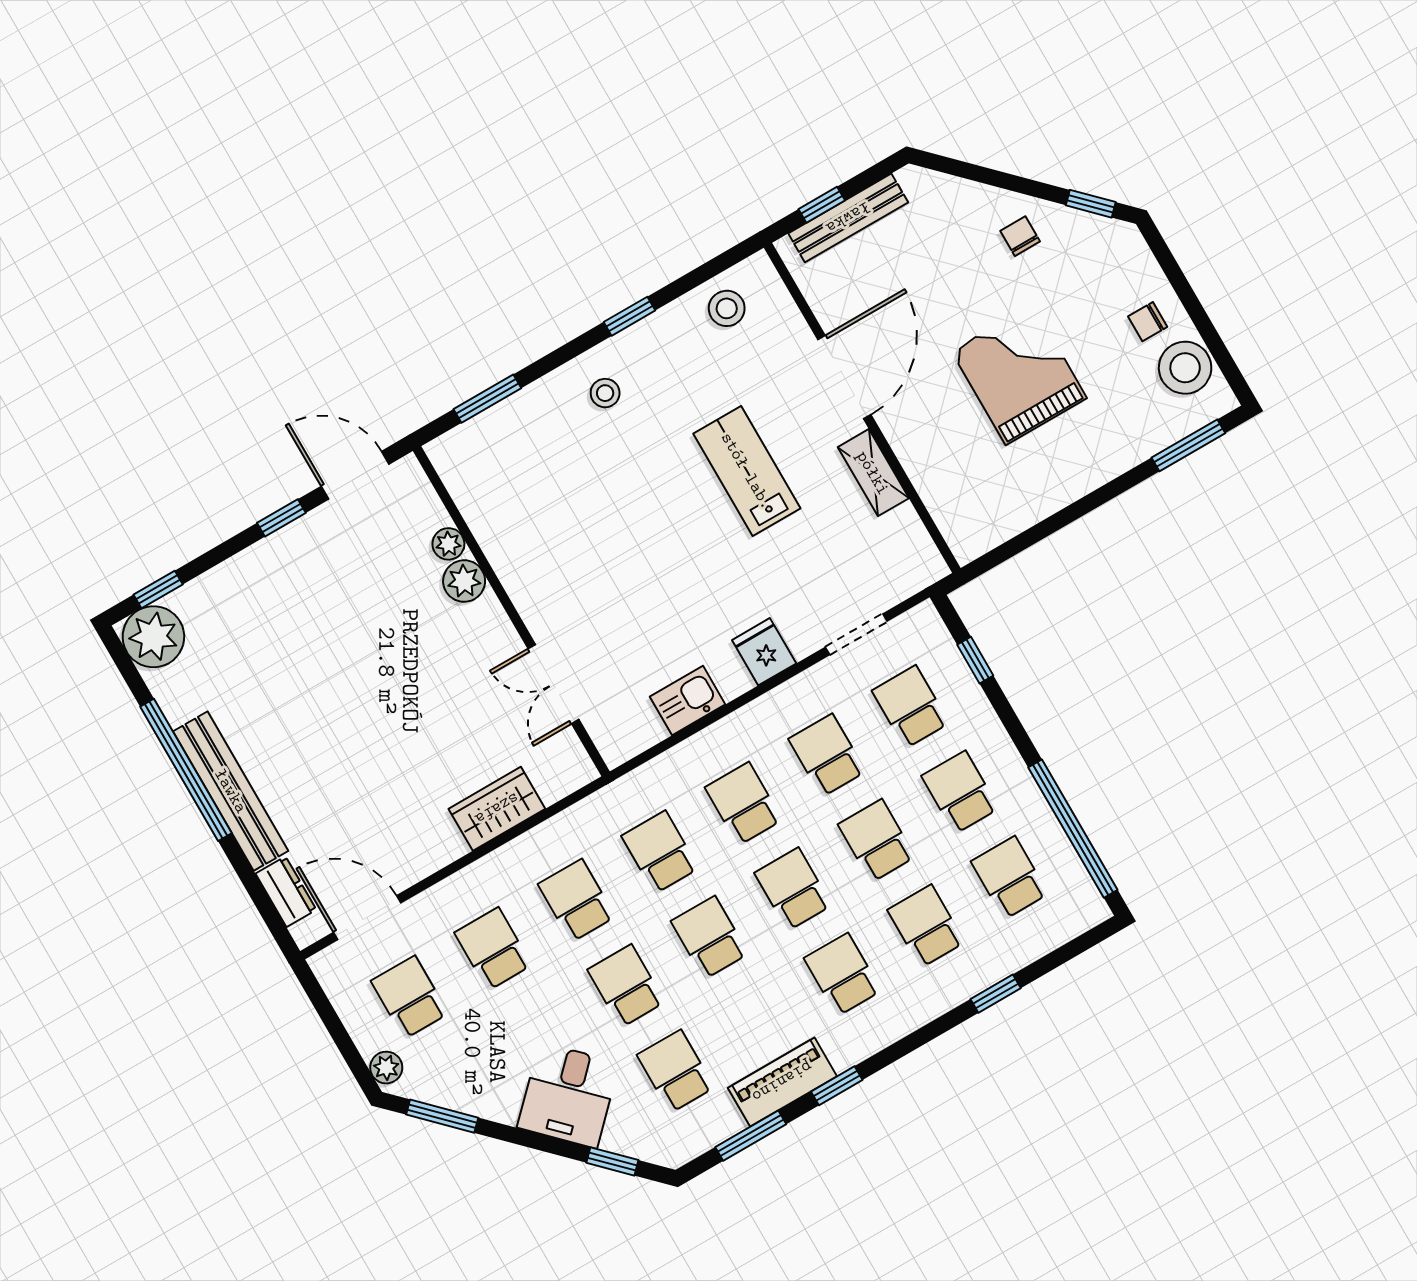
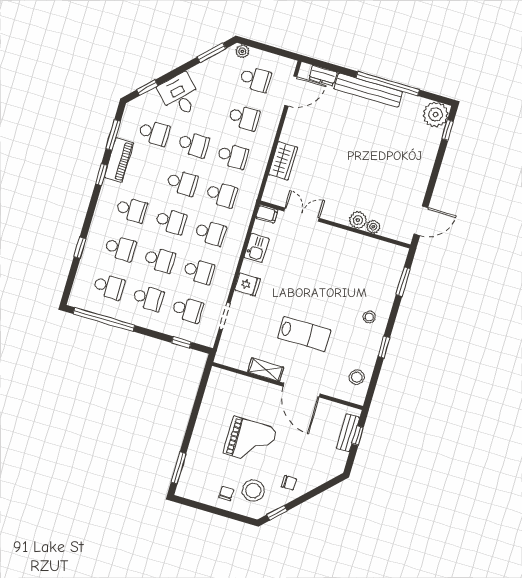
bench: (848, 218) -> (348, 433), width x0.73
stool: (1185, 368) -> (253, 491), moved
window: (281, 518) -> (431, 187), removed
filing cabinet: (613, 743) -> (267, 214), added

